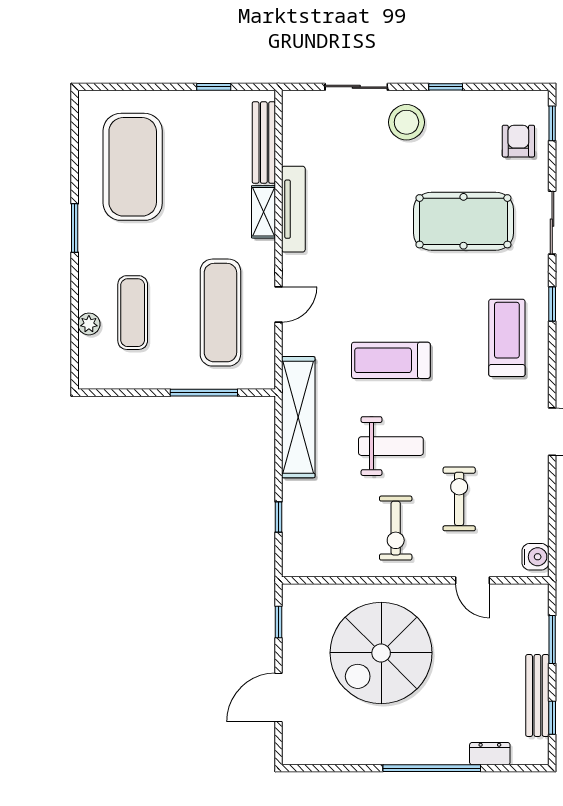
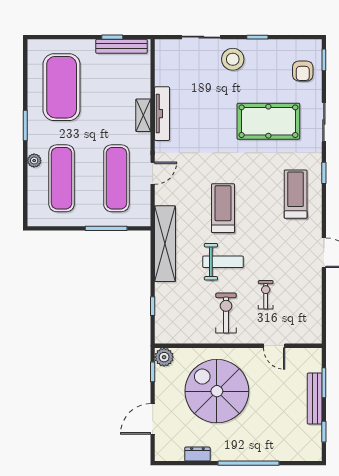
armchair: (518, 141) -> (303, 71), turned 180
bench: (264, 142) -> (121, 46), moved, turned 90
exercise mat: (133, 313) -> (62, 178), width x1.36, depth x1.45
plant: (89, 324) -> (34, 161), moved
treadmill: (391, 360) -> (223, 208), turned 90
exercise bike: (459, 499) -> (266, 295), width x0.73, depth x0.72
exercise bike: (396, 528) -> (226, 313), turned 180
water cooler: (535, 557) -> (313, 331), removed
plant: (297, 599) -> (164, 357), added
spiral stairs: (381, 653) -> (217, 391), turned 90
bench: (537, 696) -> (315, 399), moved
dresser: (490, 754) -> (197, 454), moved

